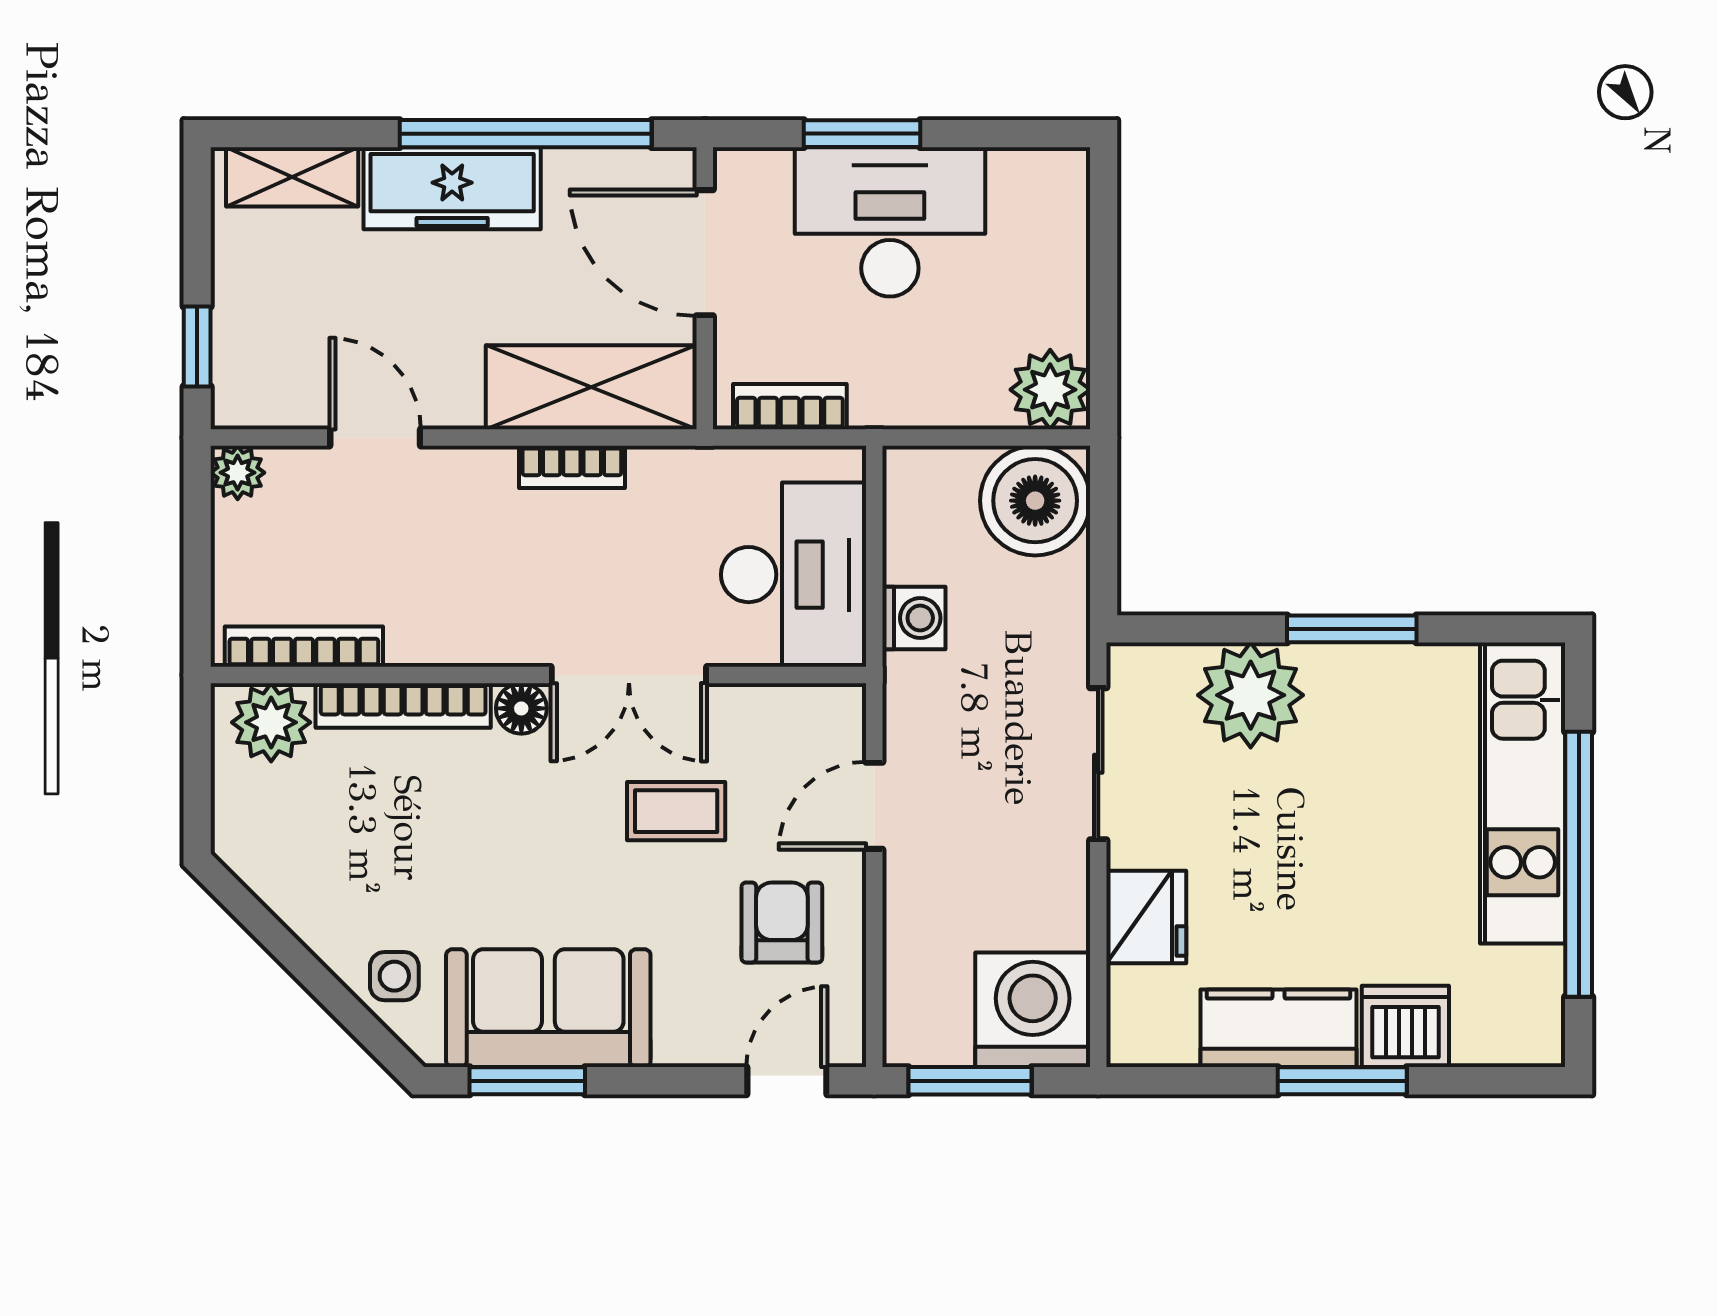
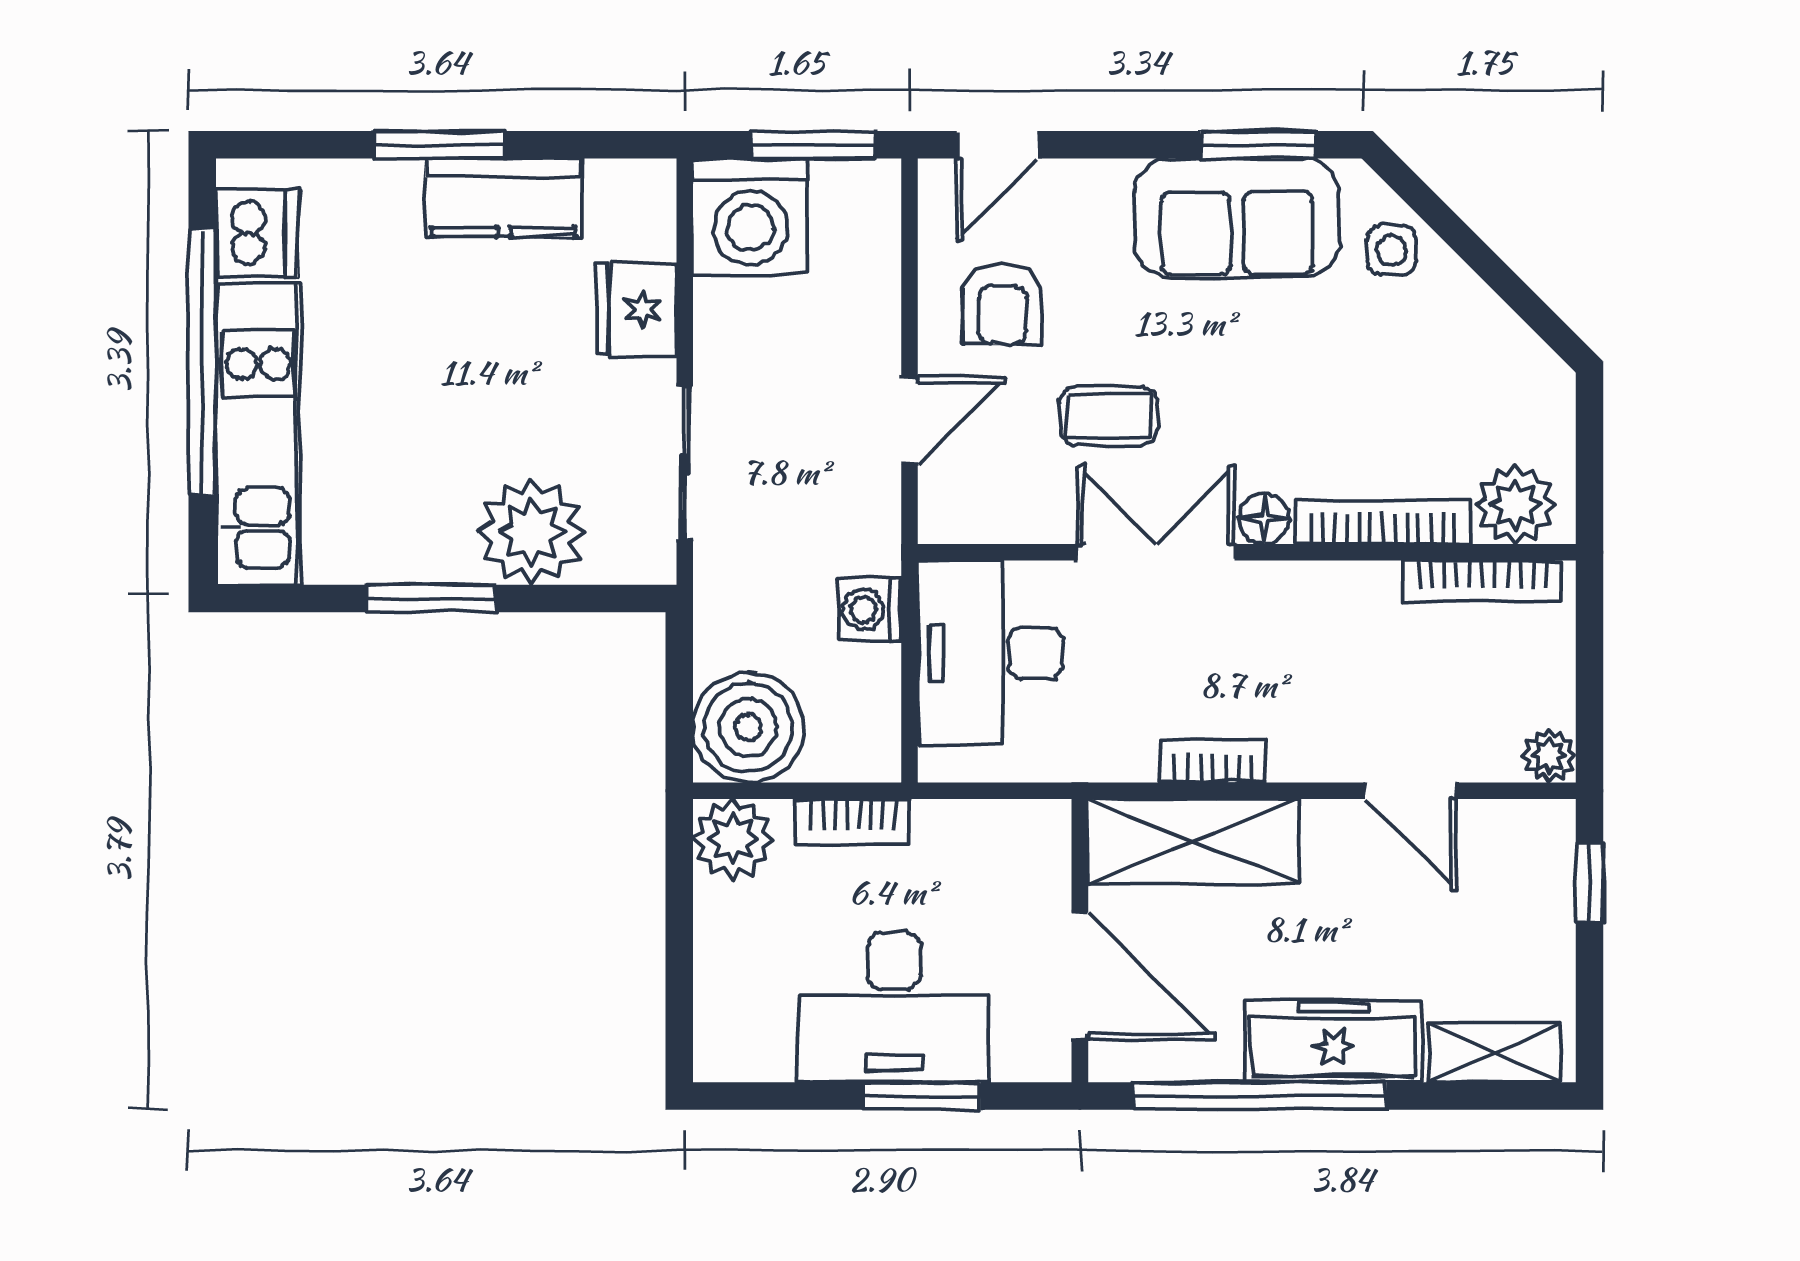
bookcase: (790, 407) -> (853, 822), moved
dishwasher: (1405, 1026) -> (257, 233), moved, turned -90

